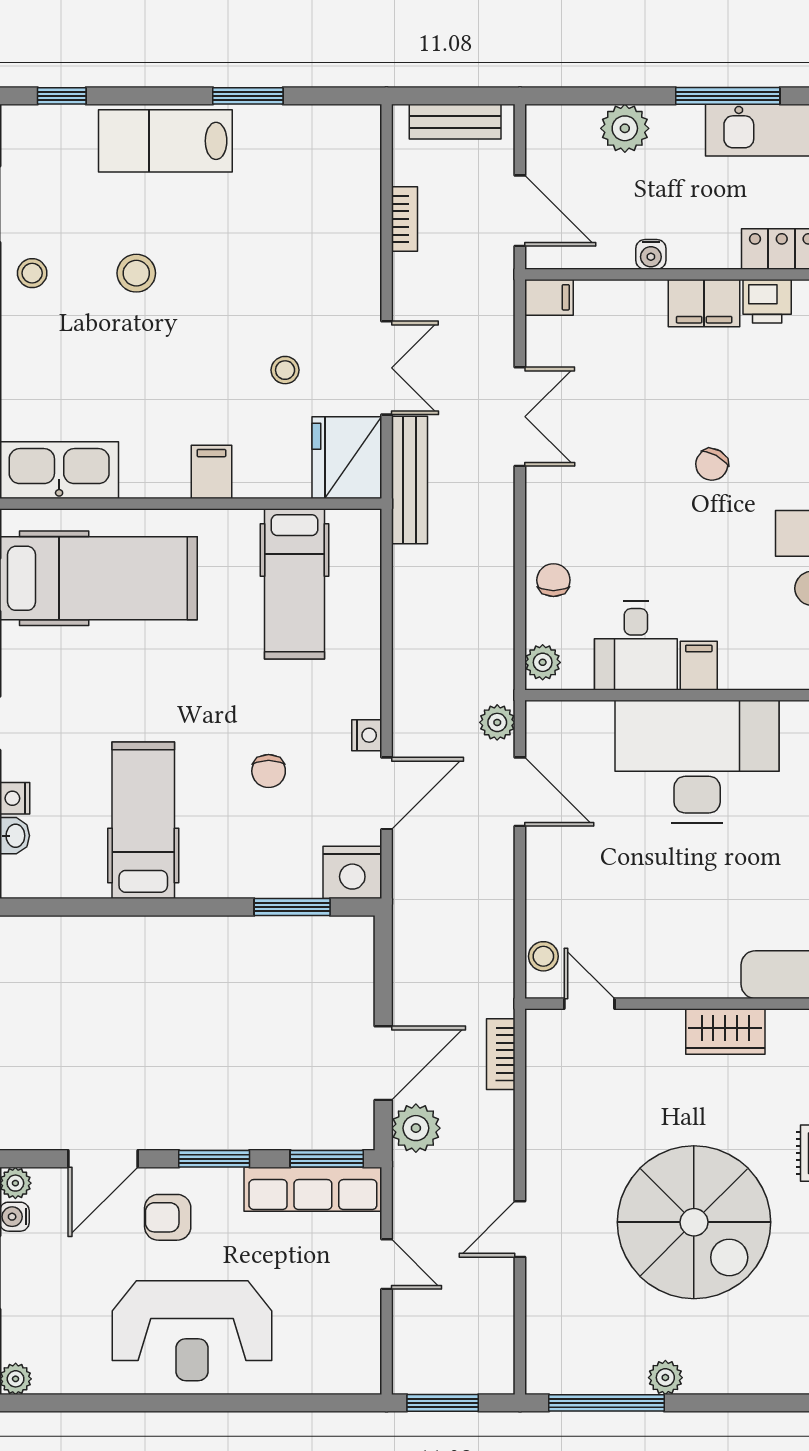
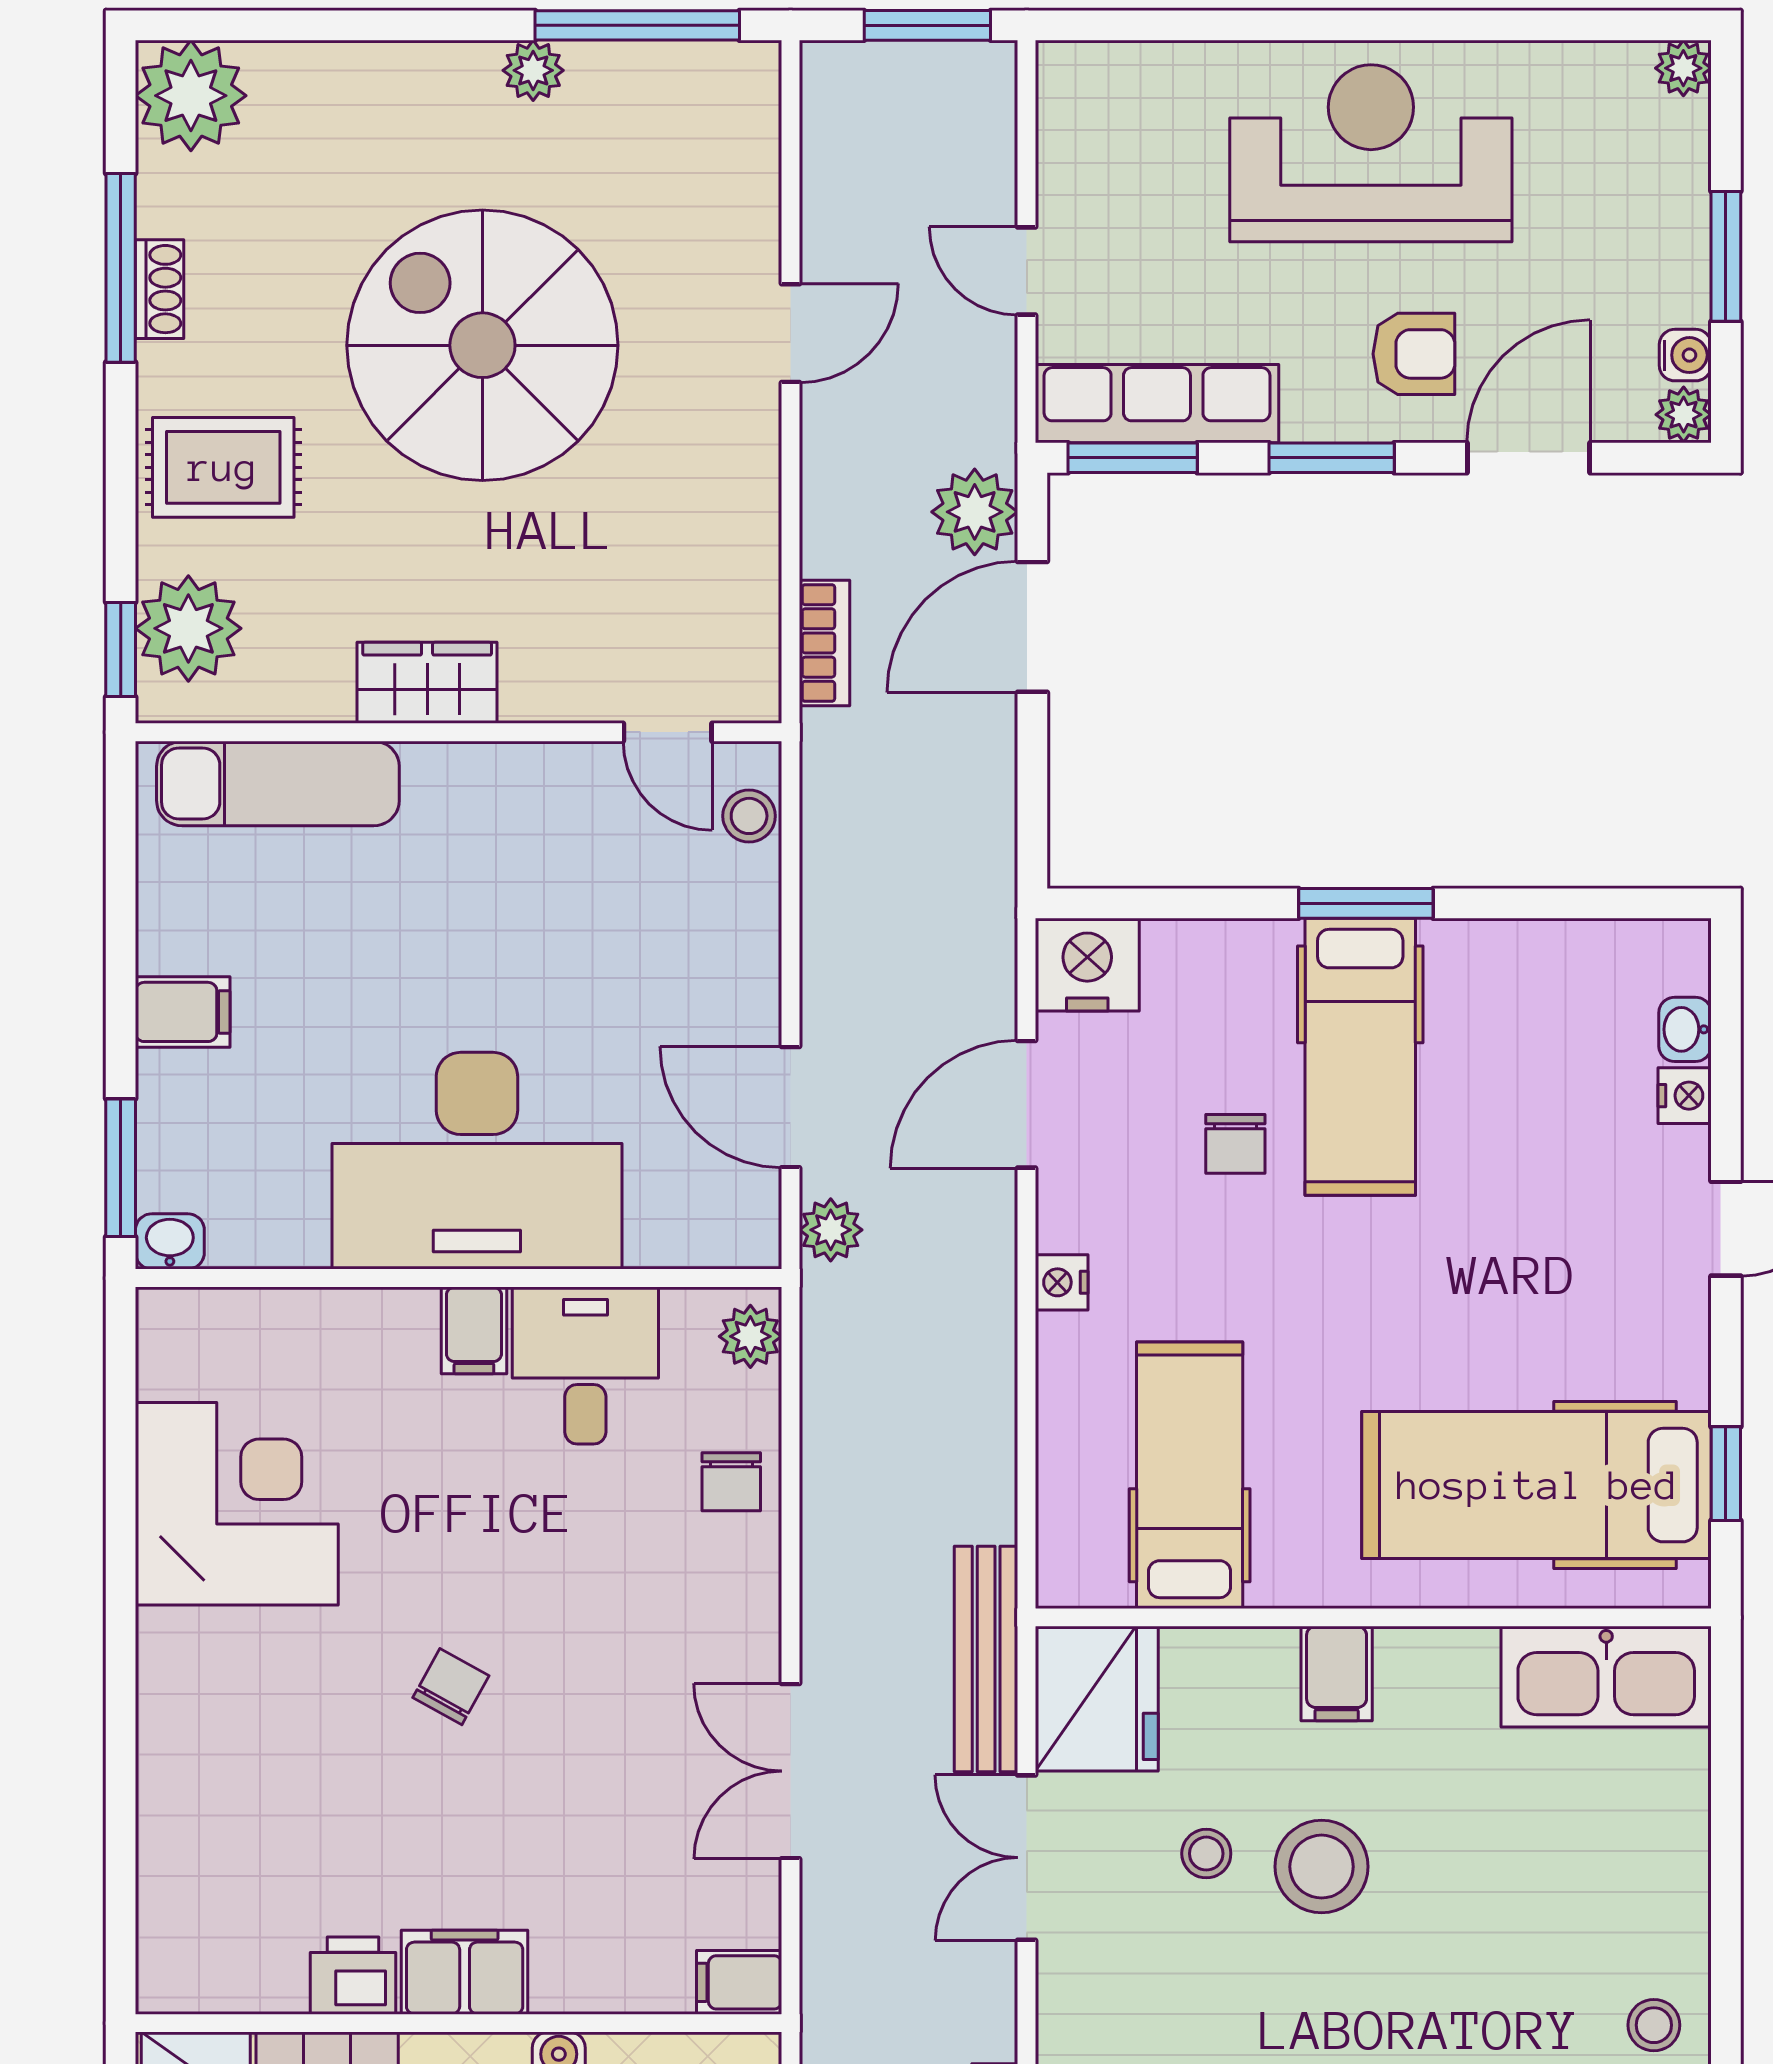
stool: (136, 273) -> (1322, 1867), moved, width x1.38, depth x1.38
nightstand: (367, 735) -> (1062, 1282), moved
chair: (269, 771) -> (1235, 1144), turned 180
hospital bed: (143, 820) -> (1360, 1057), moved
window: (292, 907) -> (1366, 903), moved

